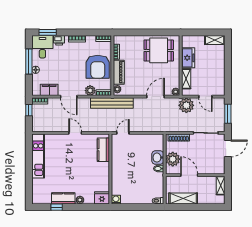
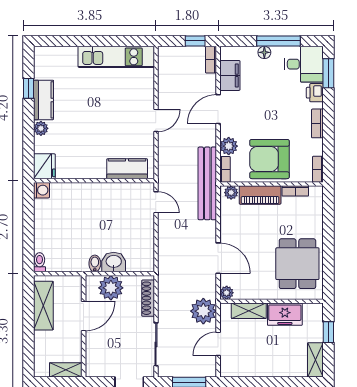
window: (199, 32) -> (328, 332), added

